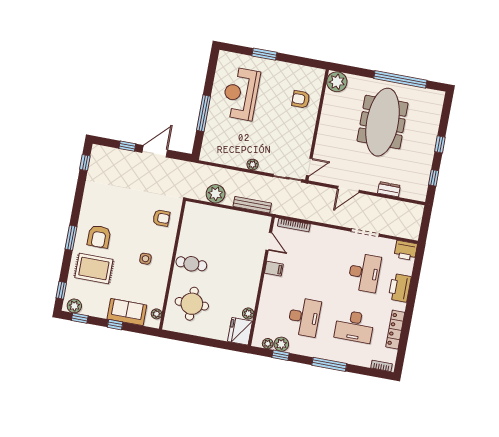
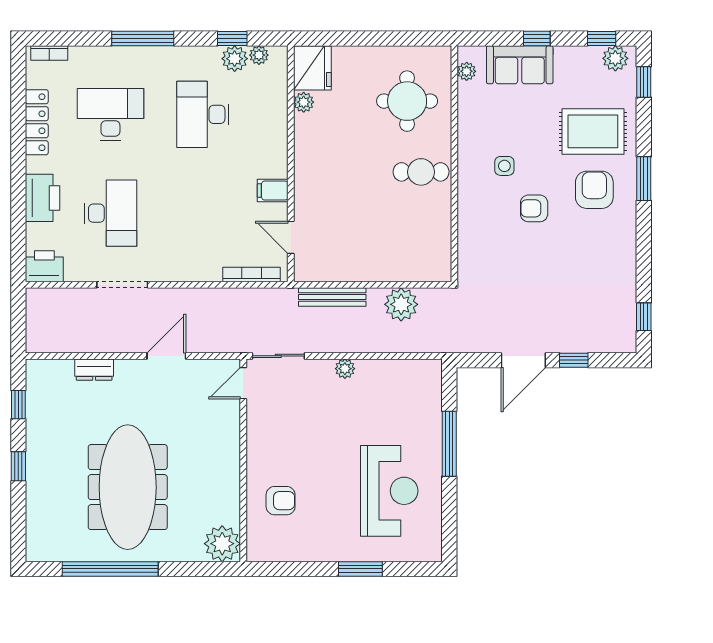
armchair: (161, 218) -> (534, 208), moved
desk: (364, 273) -> (110, 213), turned 180

